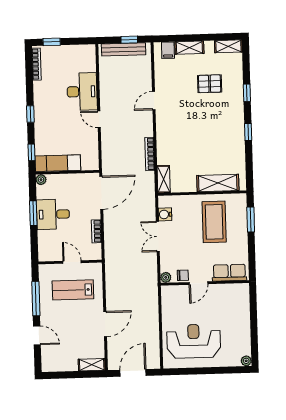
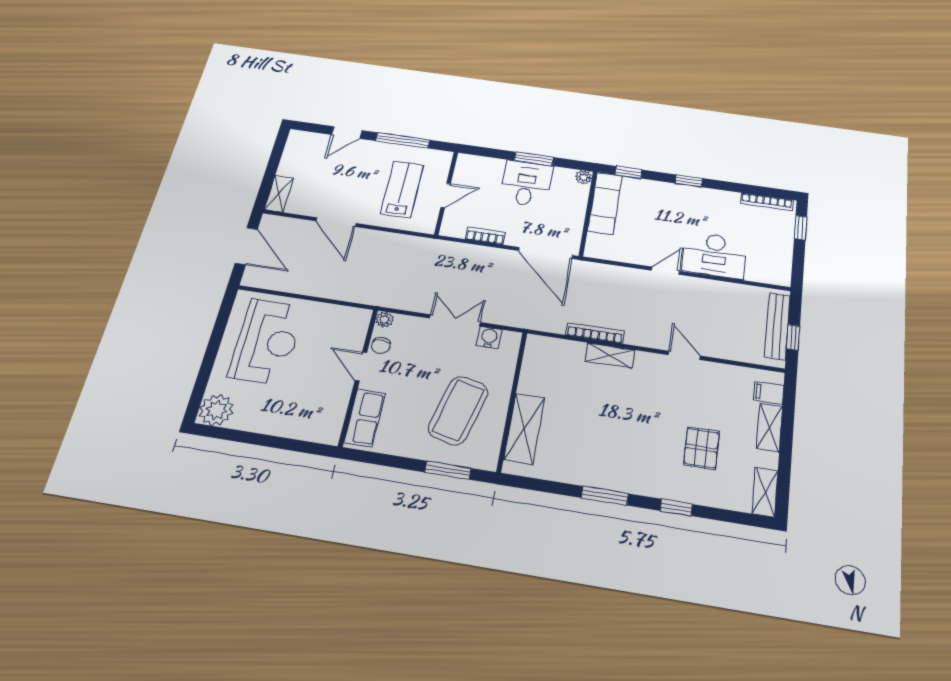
window: (248, 132) -> (605, 496), width x1.50
shelving: (164, 179) -> (610, 356), moved
coffee table: (214, 222) -> (458, 410), turned -76
plant: (246, 361) -> (216, 410), width x1.88, depth x1.88

